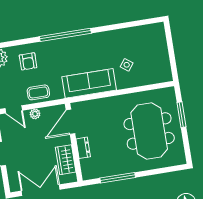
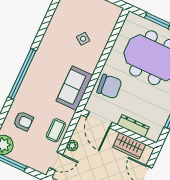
sofa: (89, 83) -> (74, 88), width x0.73
chair: (103, 112) -> (109, 86), added
dresser: (83, 148) -> (133, 126), width x1.44

